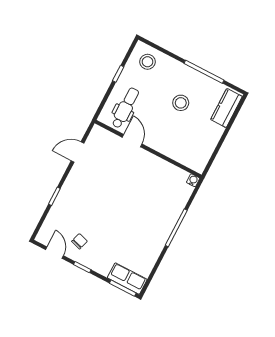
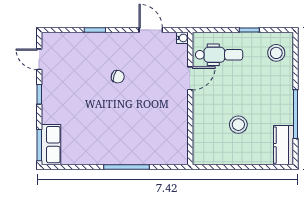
stool: (181, 103) -> (238, 125), moved
kitchen counter: (226, 108) -> (284, 145), moved, turned -90
water cooler: (193, 180) -> (182, 38), moved
chair: (79, 241) -> (118, 77), moved
door: (55, 253) -> (39, 59), swing flipped

